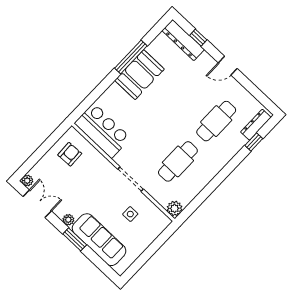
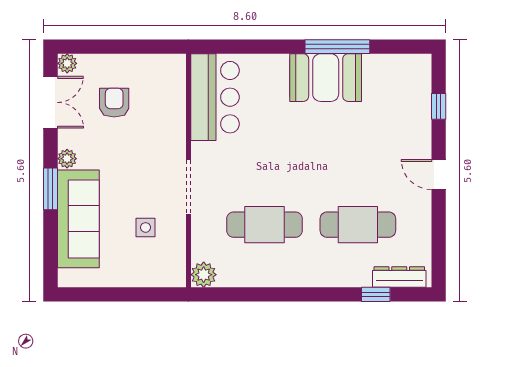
dresser: (183, 40) -> (418, 91), removed
armchair: (70, 154) -> (114, 103), moved, turned -88

